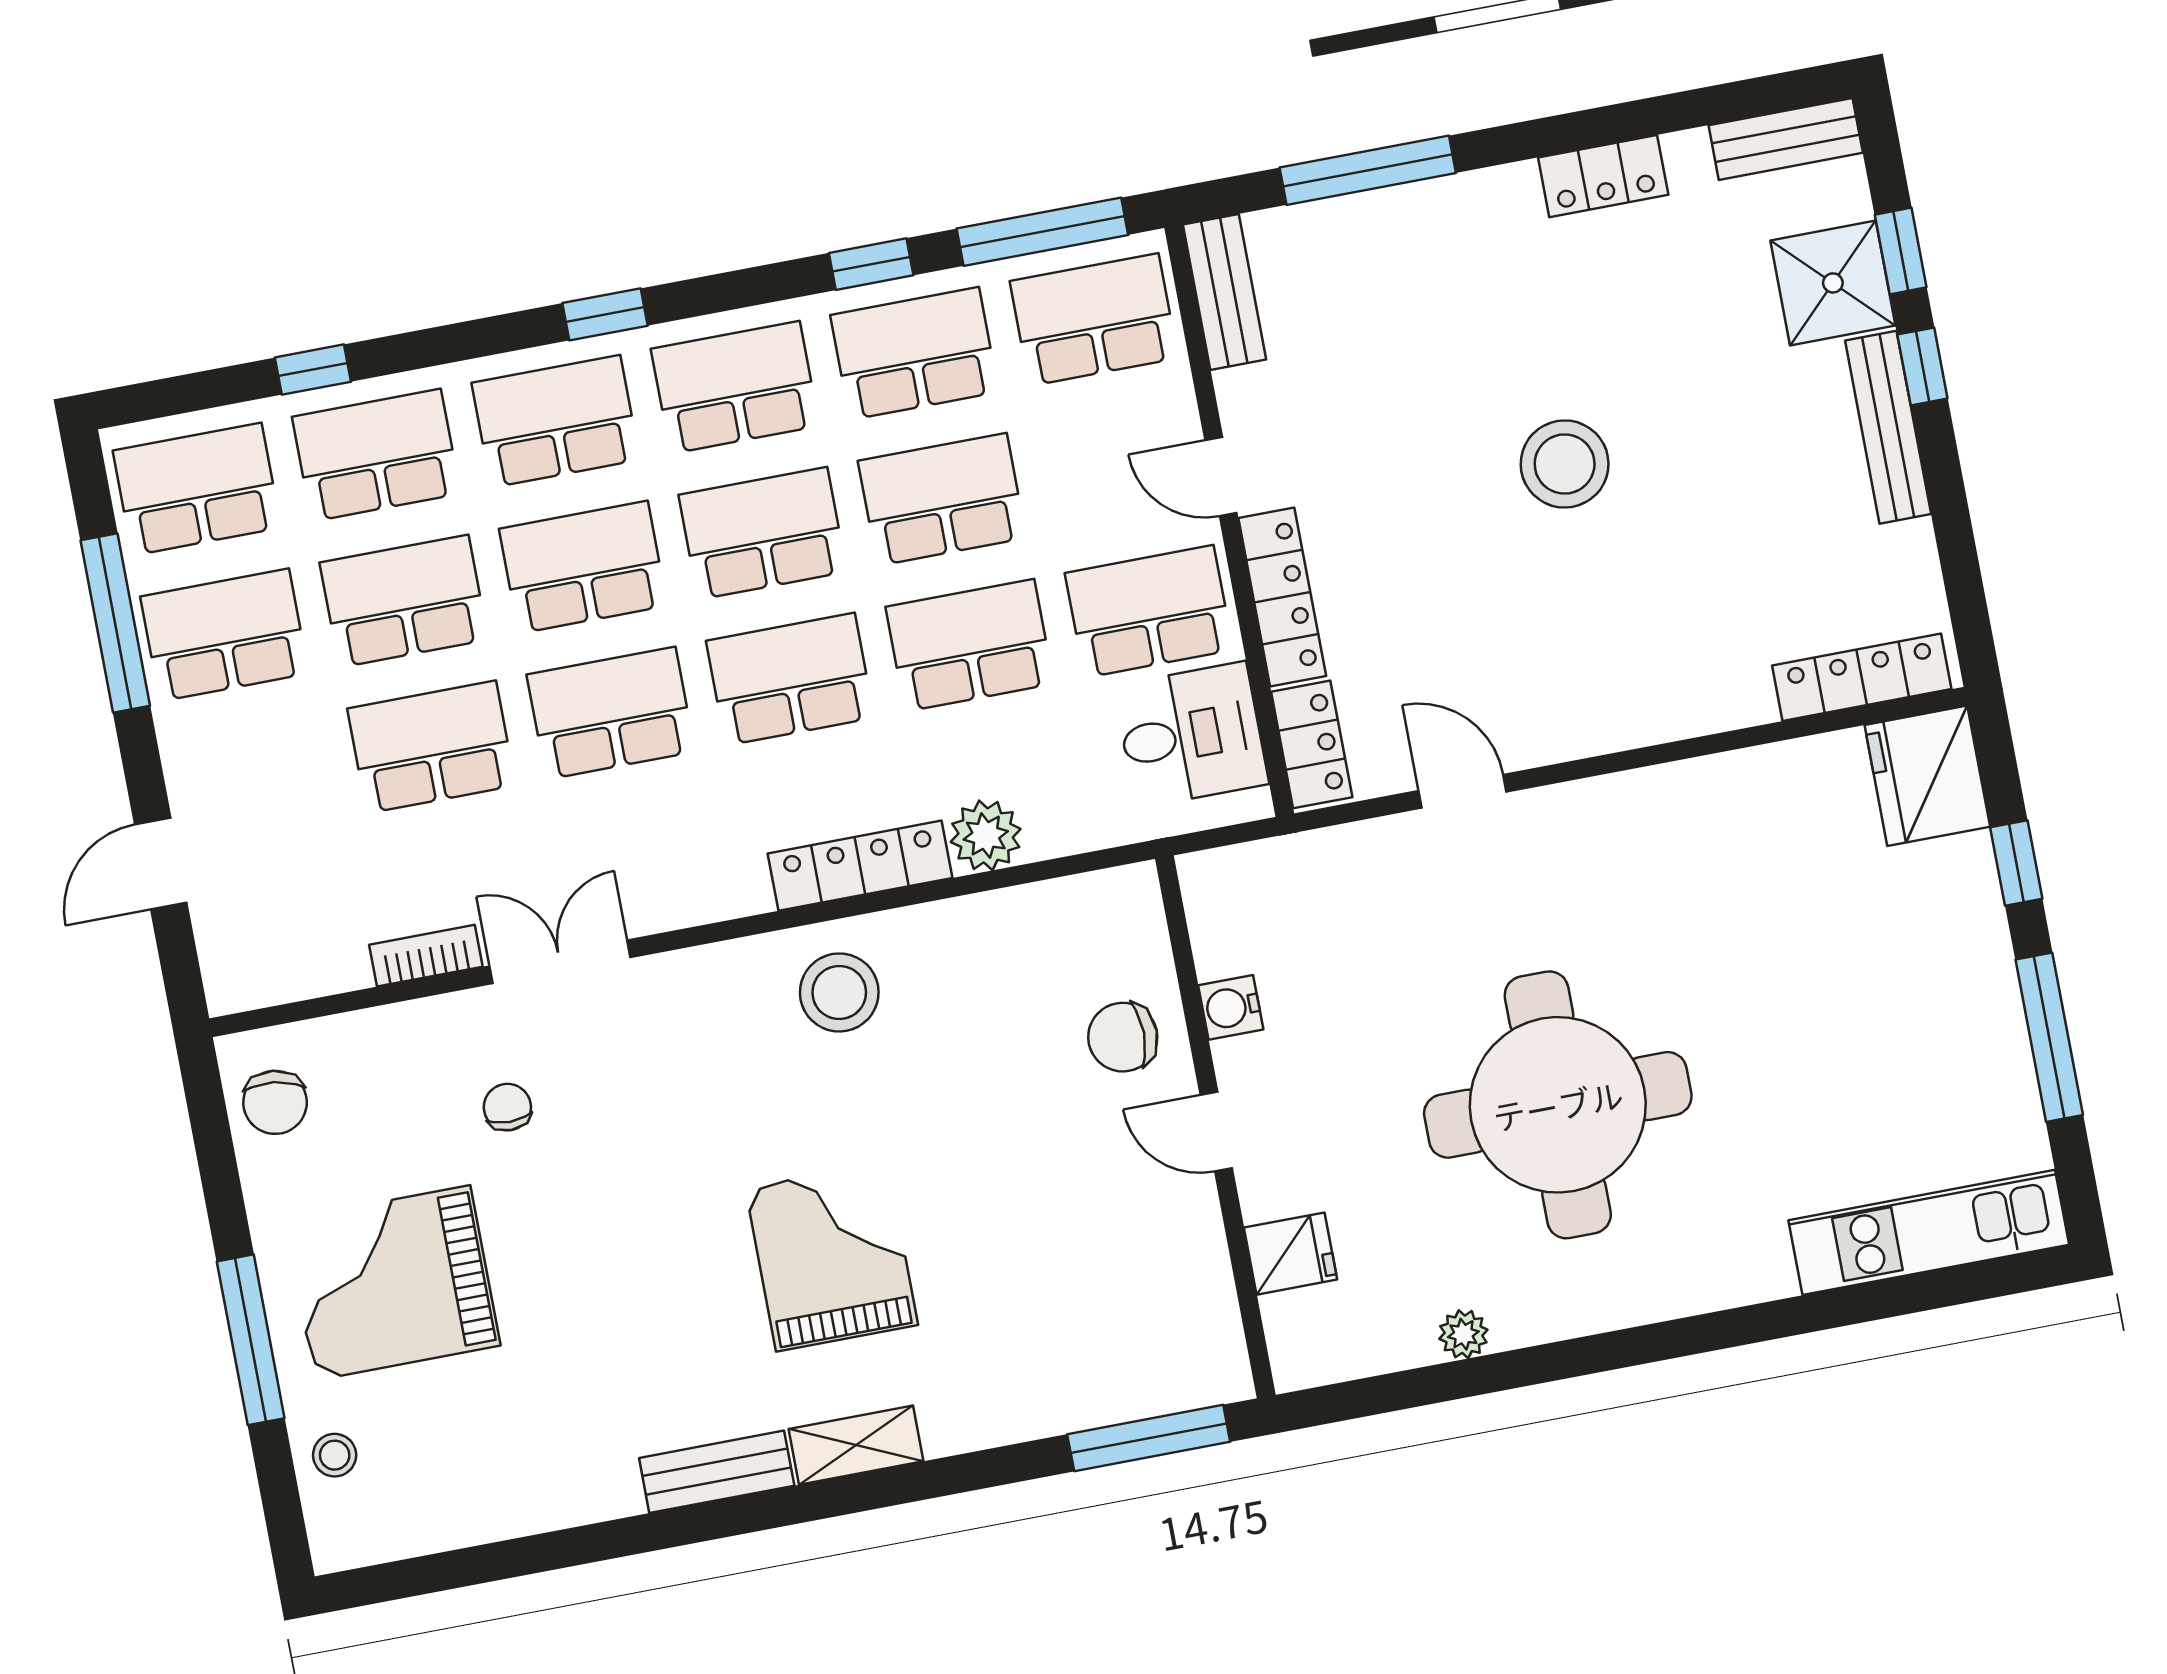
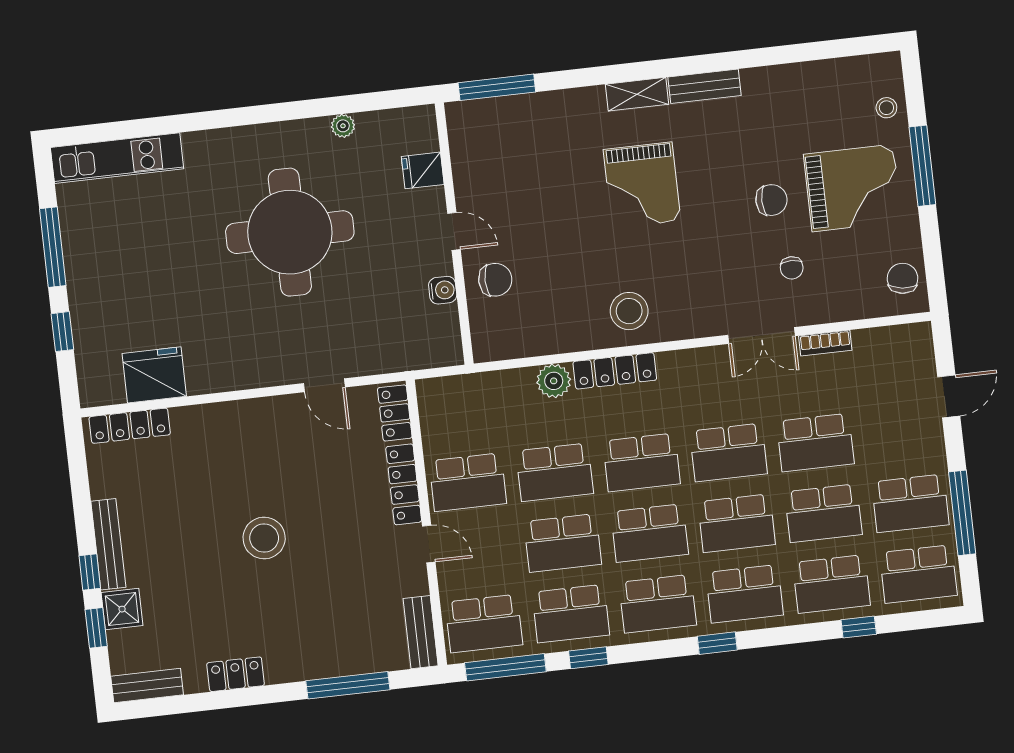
shower: (1833, 283) -> (122, 609), width x0.73, depth x0.73
desk: (1191, 735) -> (452, 422), removed
fridge: (1927, 776) -> (154, 375), moved, turned -90
chair: (560, 1245) -> (771, 200), added

